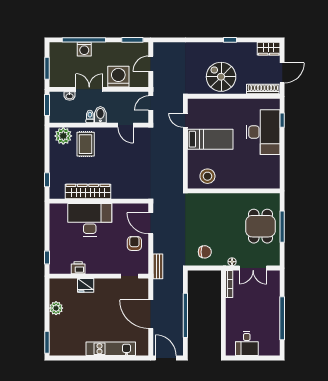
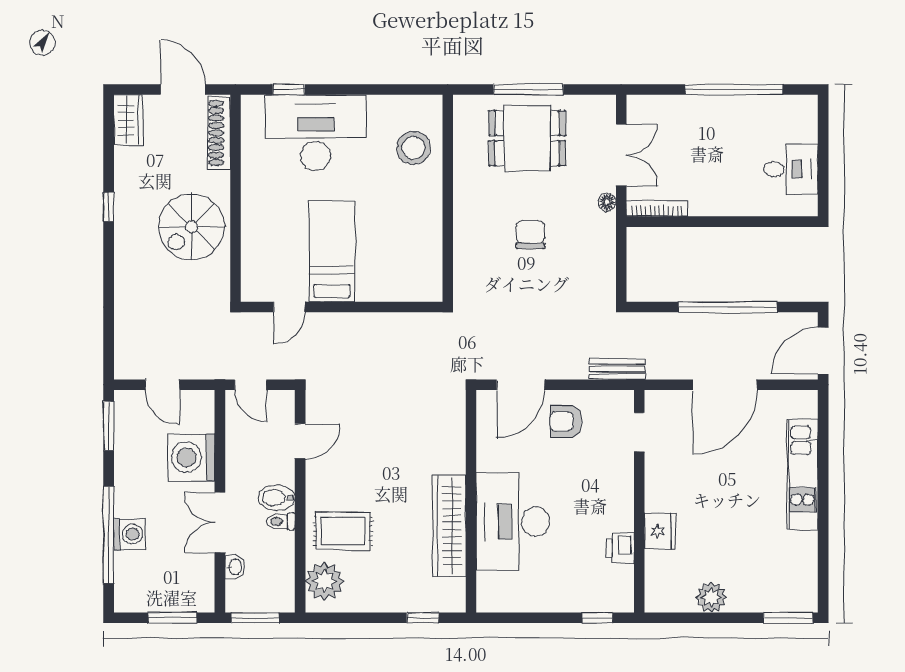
stool: (207, 176) -> (413, 148), moved
chair: (205, 252) -> (530, 235), moved

